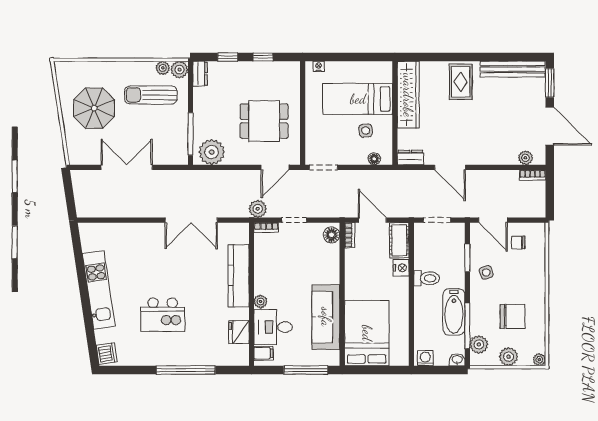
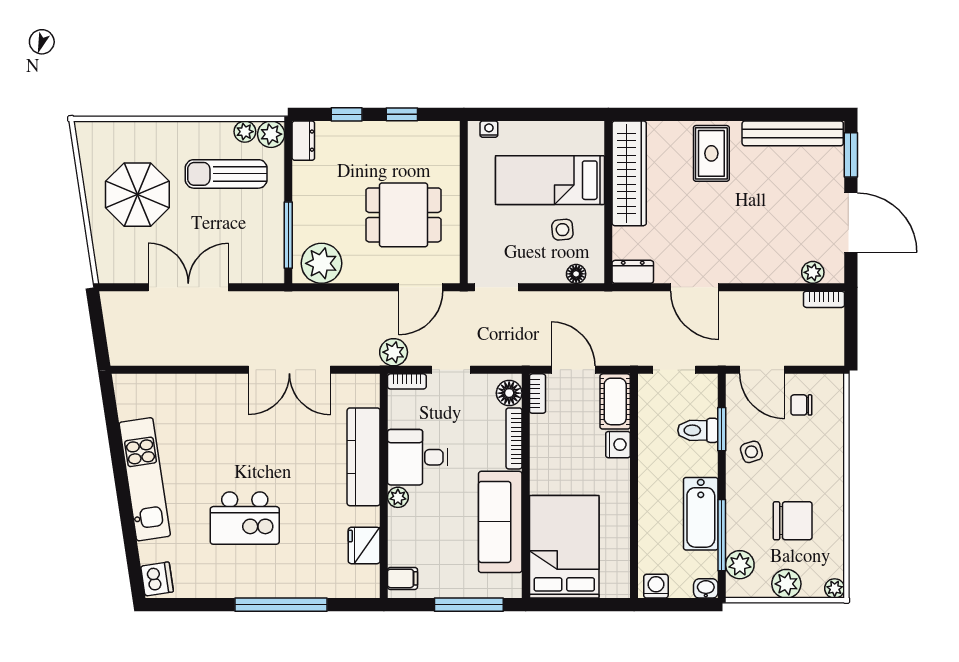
bookcase: (335, 264) -> (514, 438), added
toilet: (427, 278) -> (698, 430), moved, turned 180
desk: (273, 327) -> (418, 457), moved

